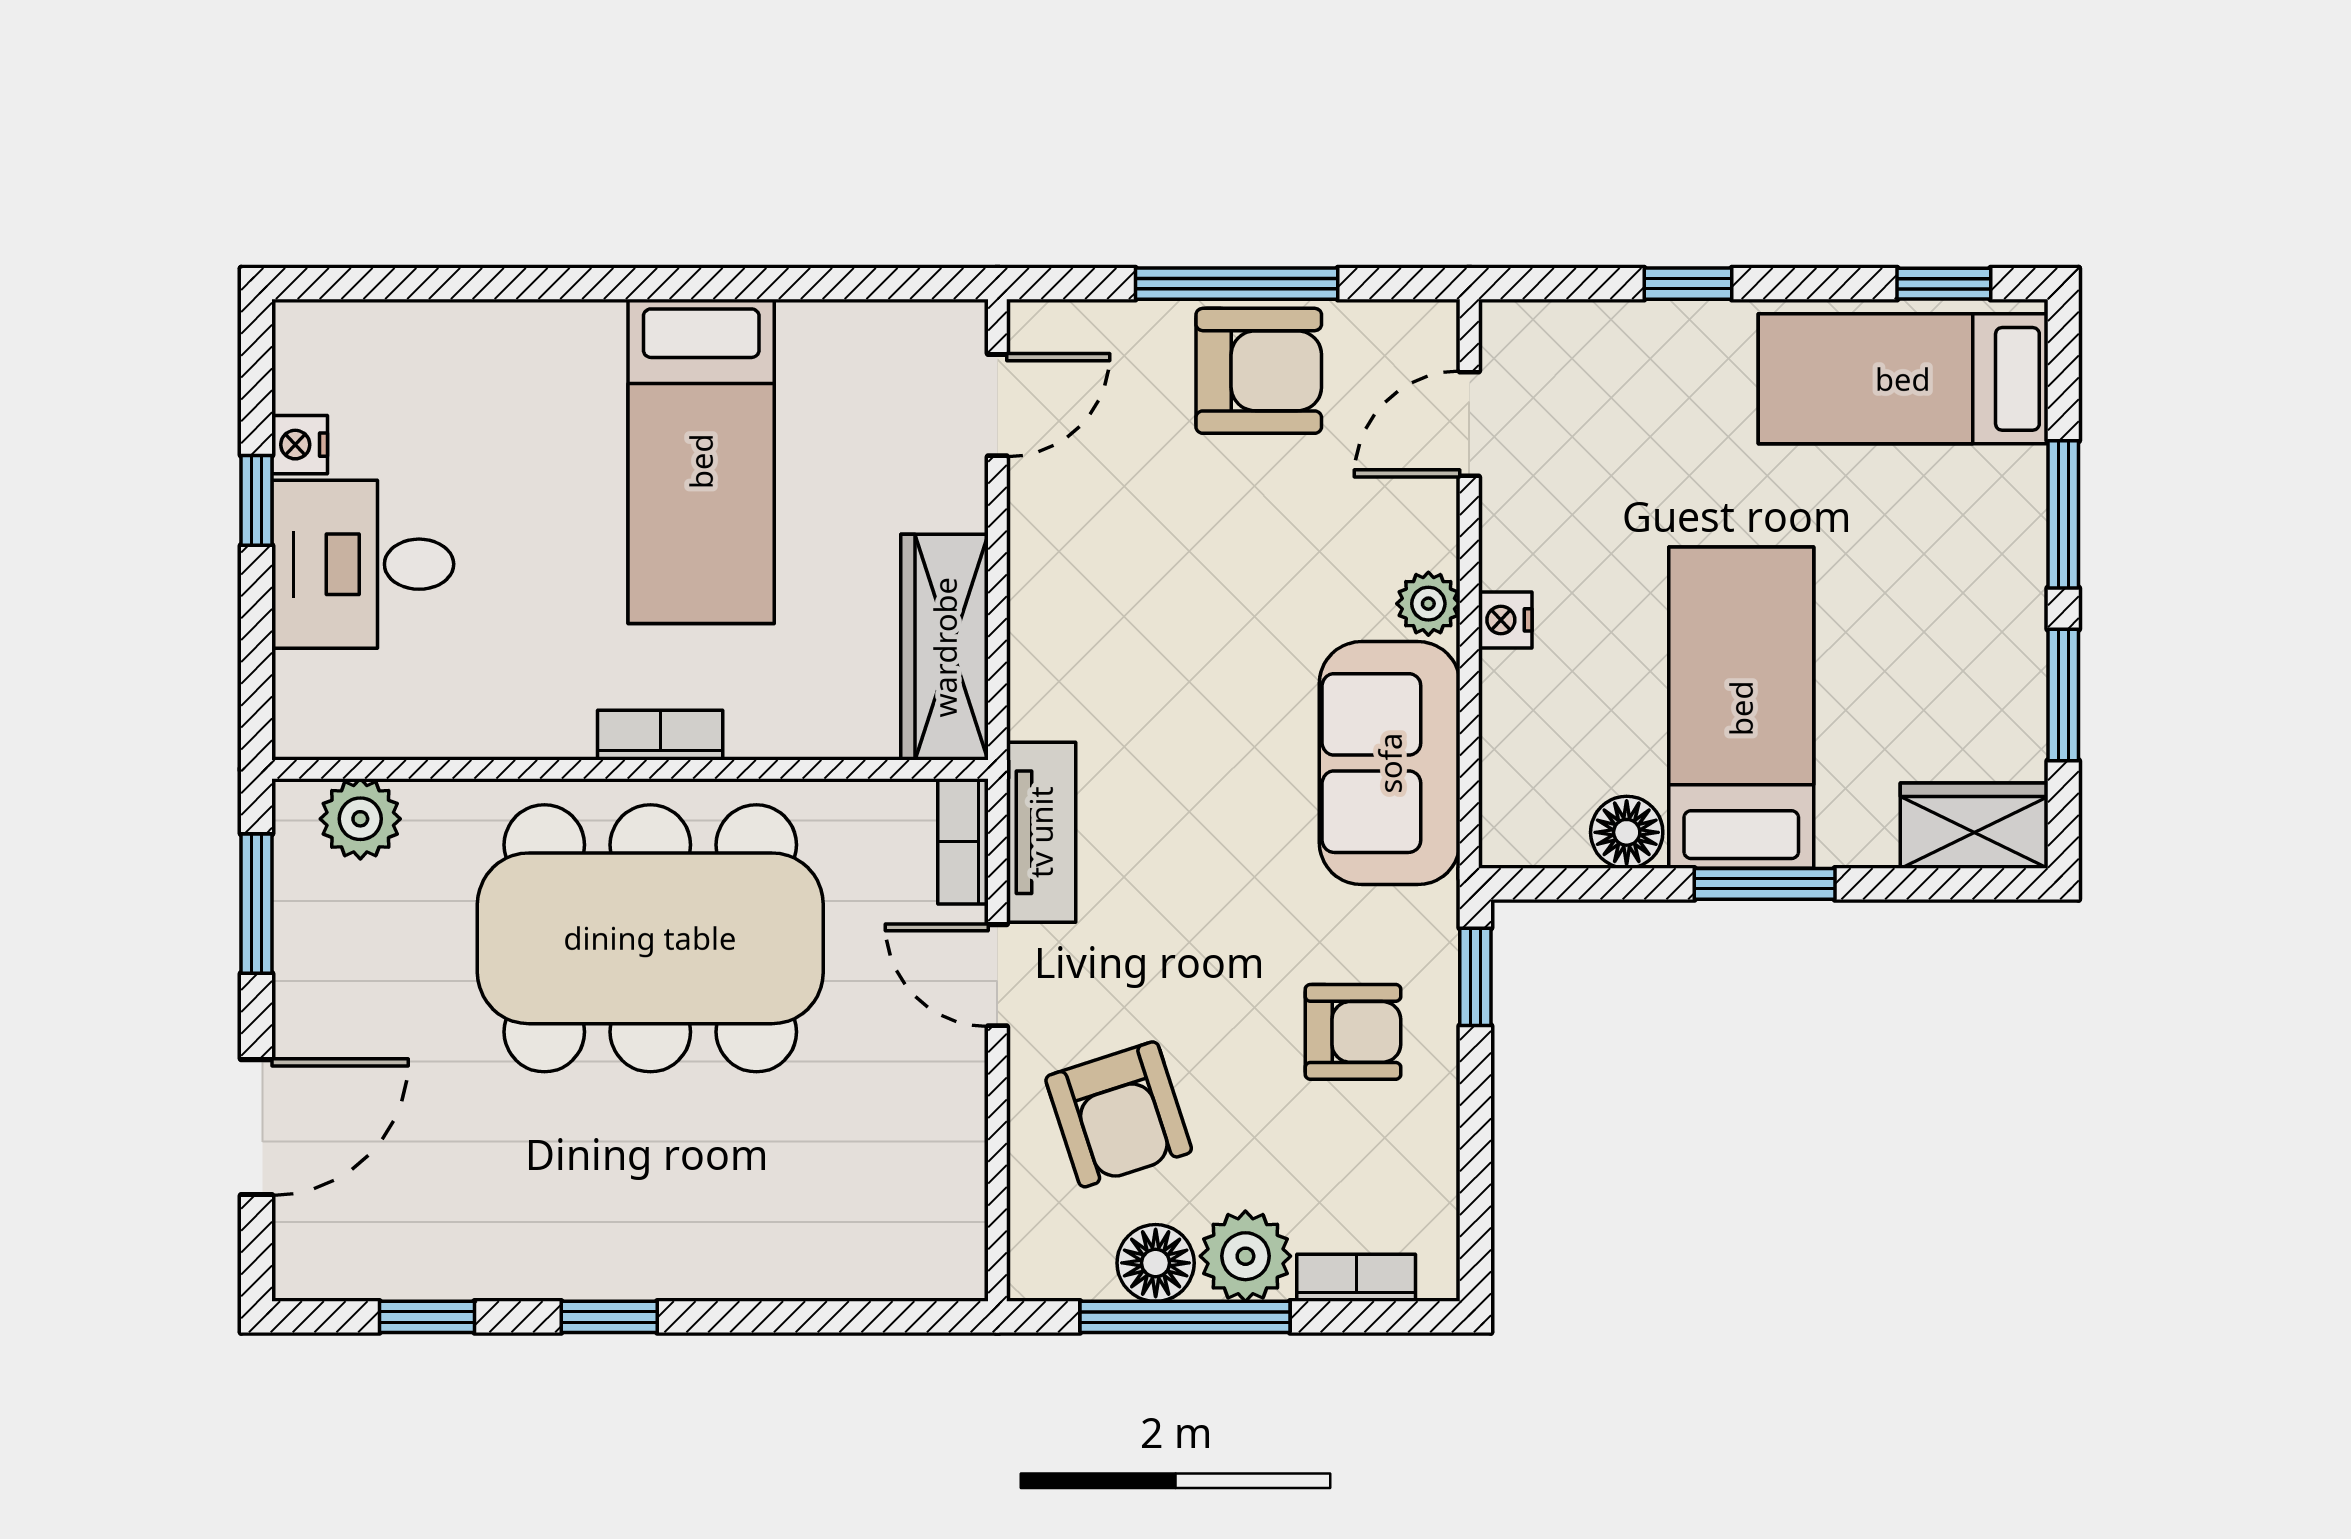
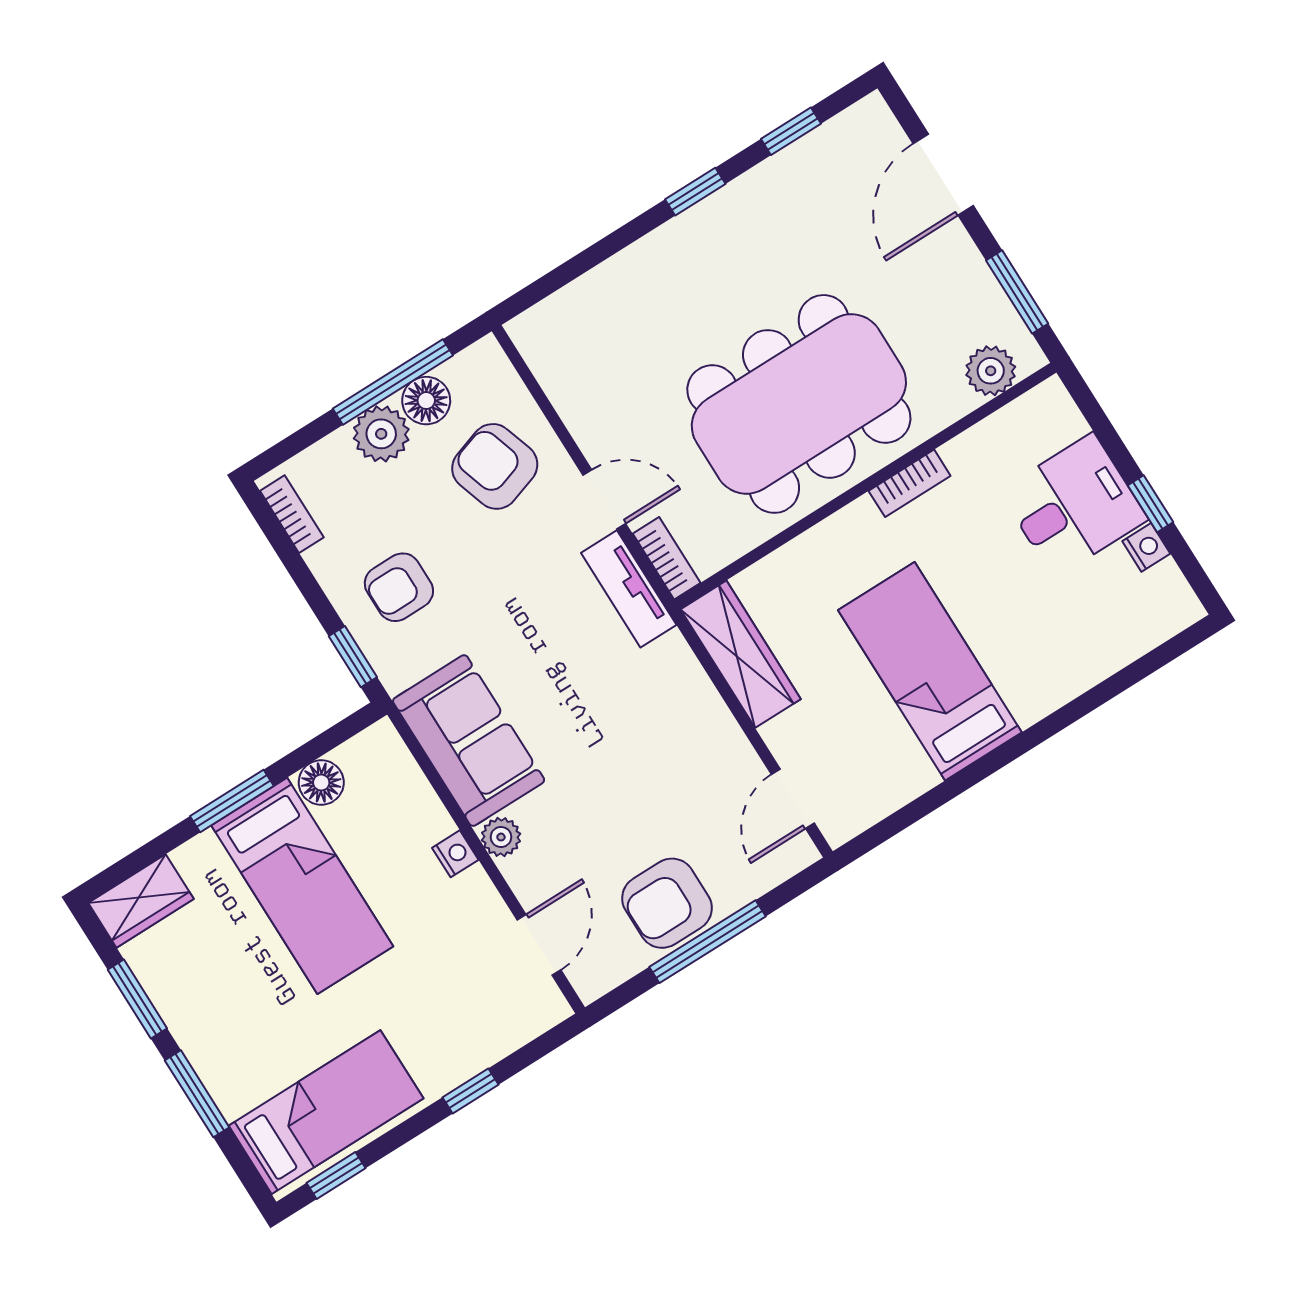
bookcase: (660, 735) -> (910, 483), moved
bookcase: (1356, 1278) -> (292, 514), moved, turned -90

